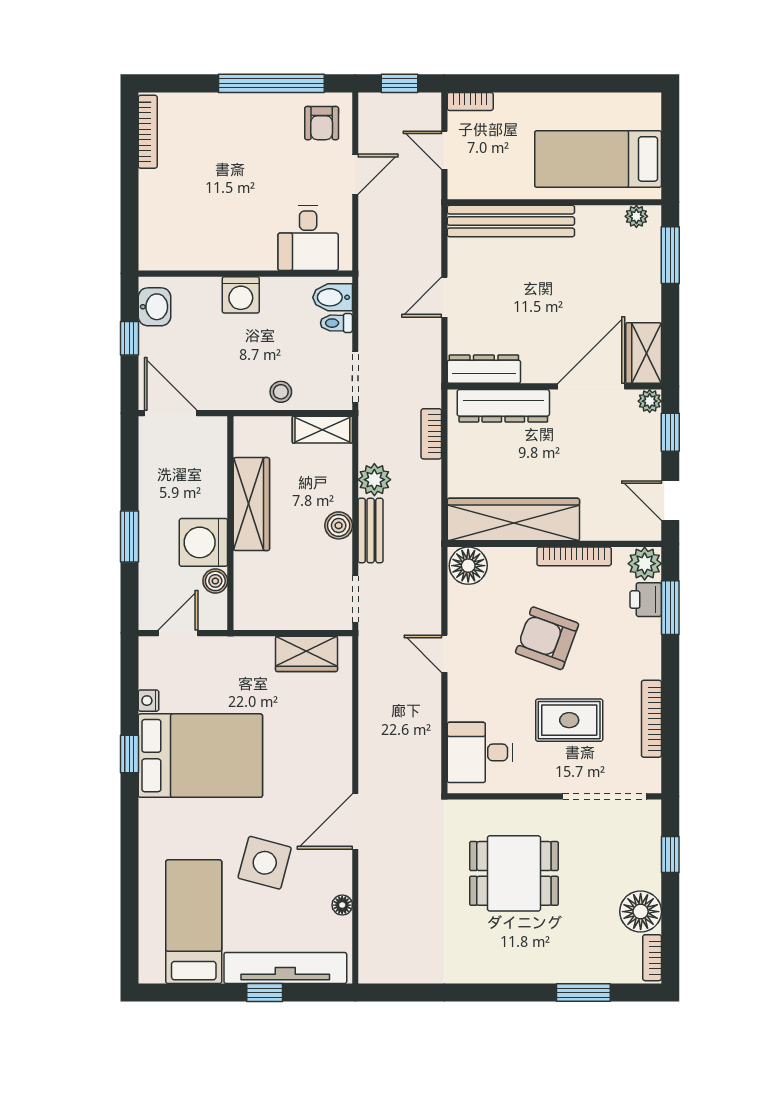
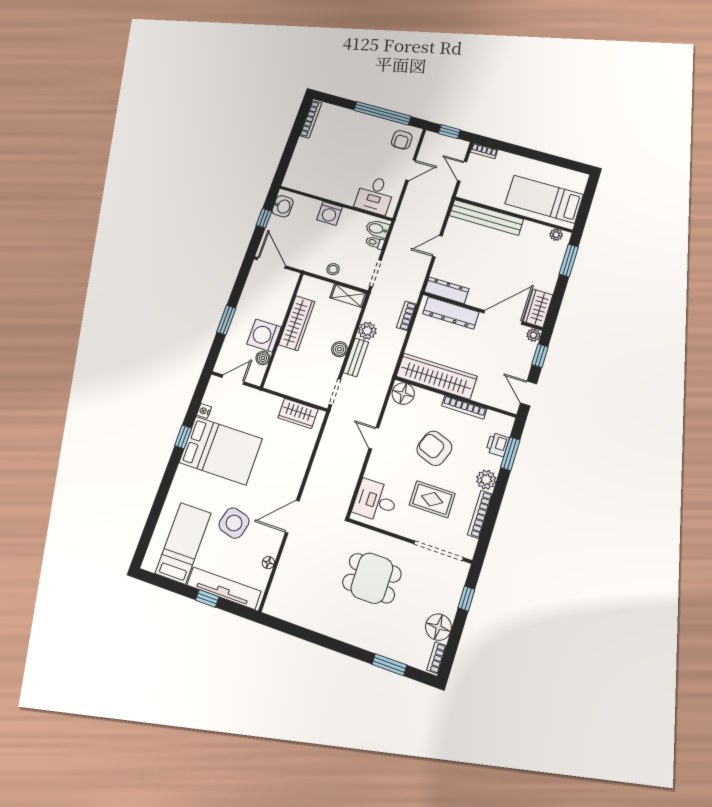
plant: (645, 564) -> (486, 480), moved

